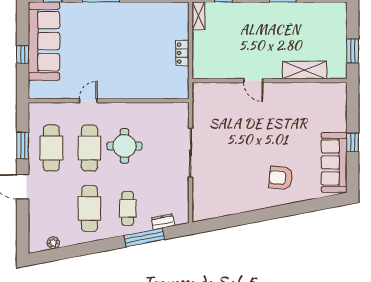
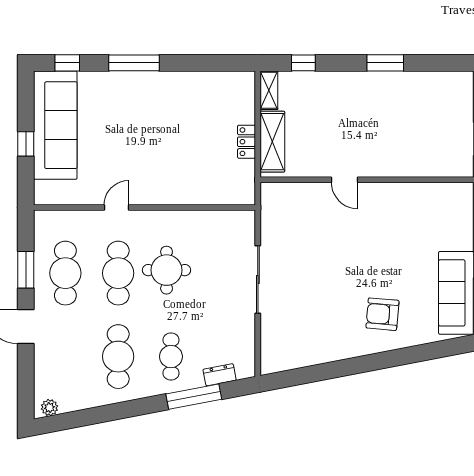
shelving: (305, 70) -> (272, 142), moved, turned 90
plant: (53, 243) -> (49, 408), moved

